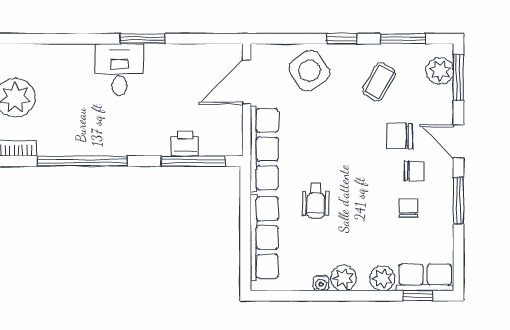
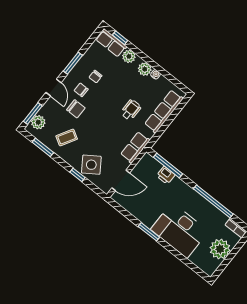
window: (342, 39) -> (77, 175), moved
desk: (119, 70) -> (179, 230), width x1.87, depth x1.30
row of seats: (264, 149) -> (135, 147), width x0.68

